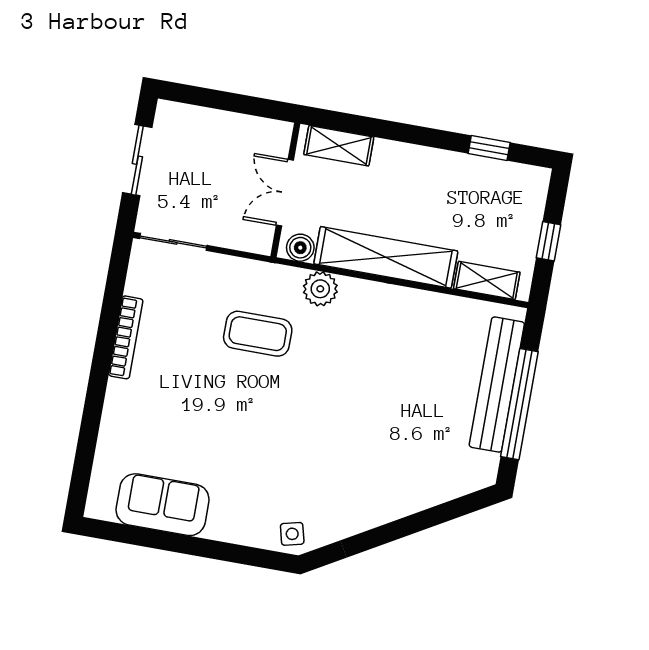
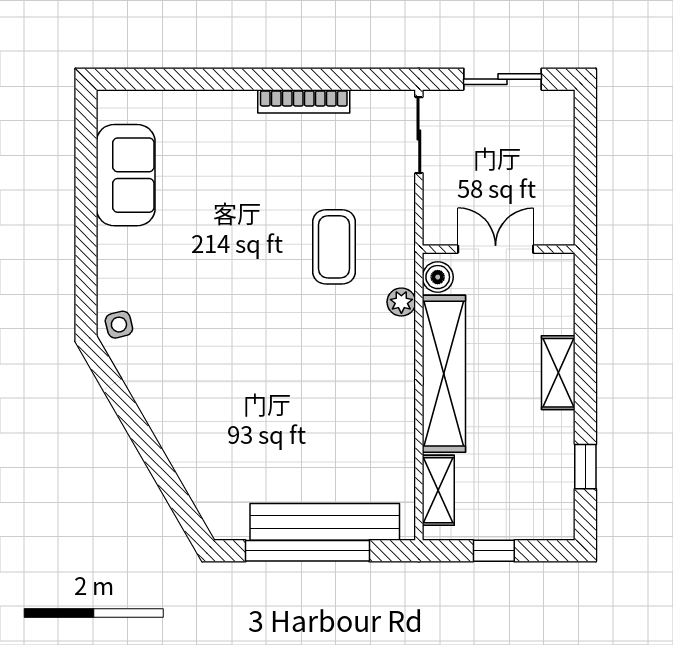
shelving: (339, 146) -> (558, 373), moved
plant: (320, 289) -> (401, 302), width x0.73, depth x0.73

